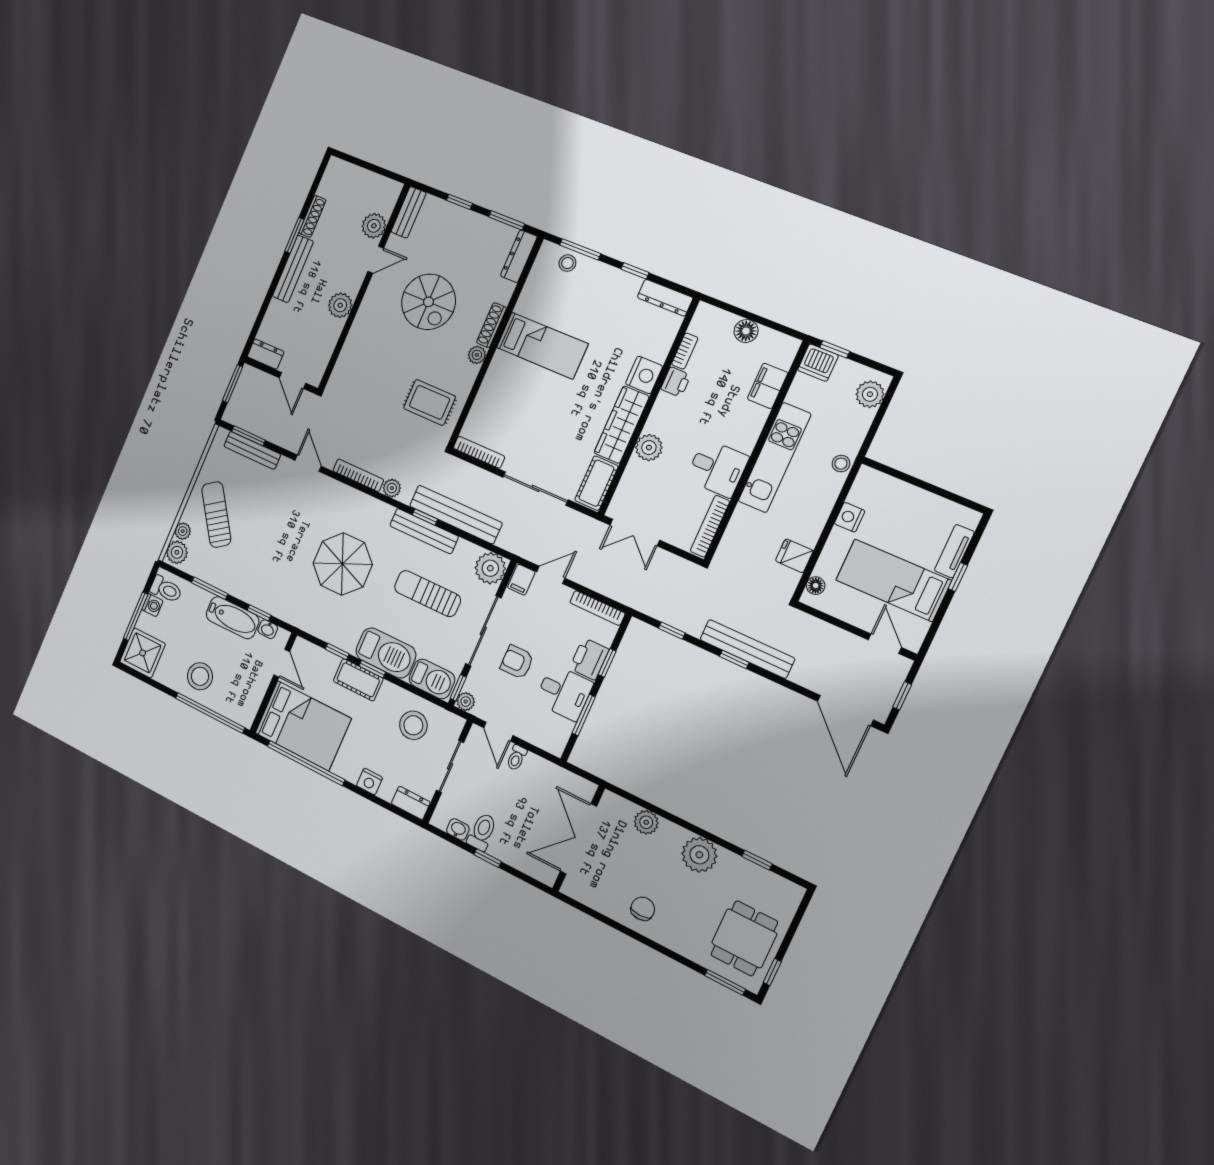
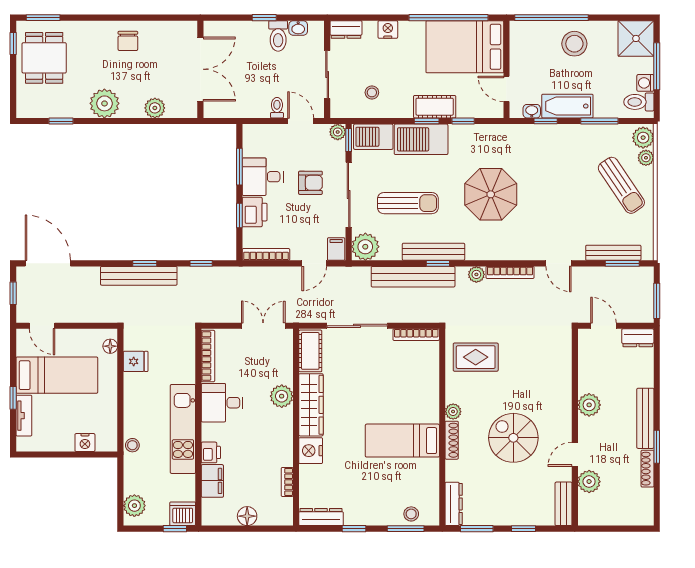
printer: (676, 382) -> (211, 452), moved, turned 180
nightstand: (850, 517) -> (85, 443), moved, turned 90
stool: (413, 725) -> (372, 92), width x0.53, depth x0.53

